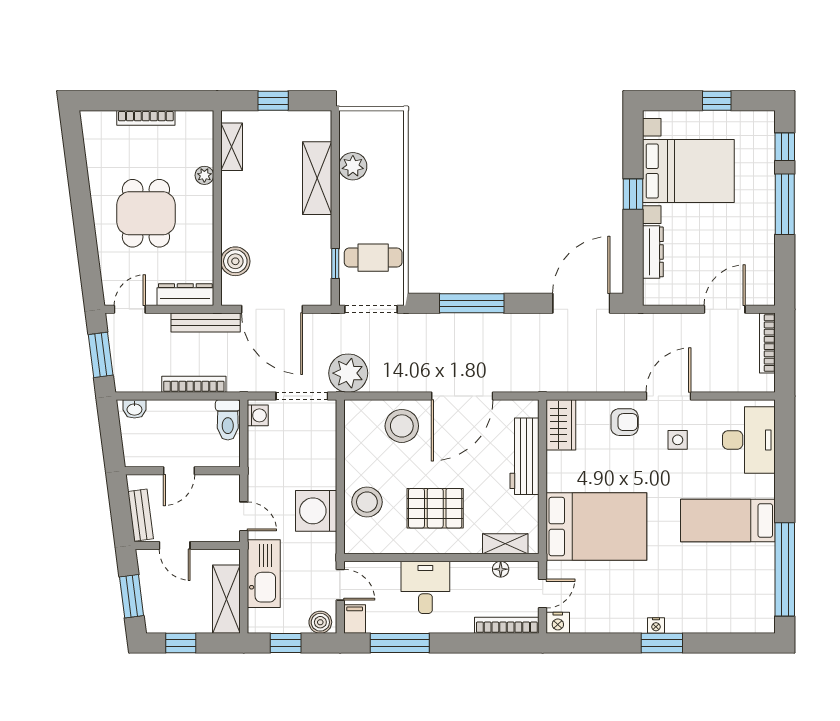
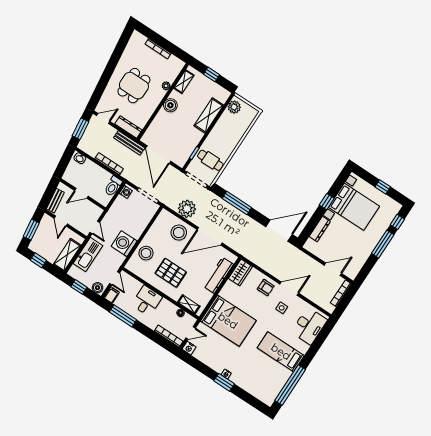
plant: (353, 166) -> (234, 107), moved
boiler: (235, 261) -> (170, 105), moved
plant: (348, 373) -> (187, 209), moved

